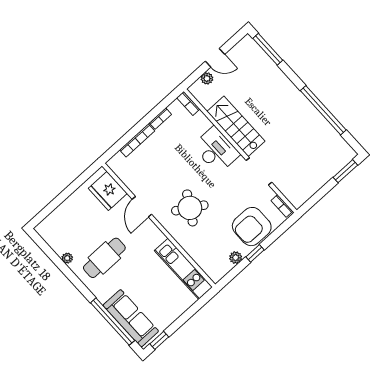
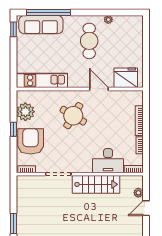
desk: (216, 150) -> (108, 161), moved
plant: (236, 258) -> (25, 112), width x1.87, depth x1.87

